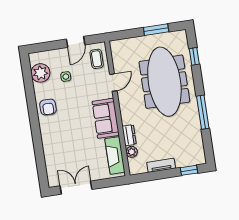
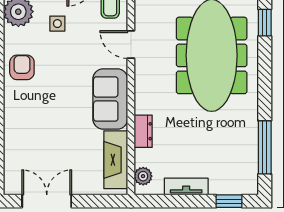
door: (113, 83) -> (131, 44), swing flipped
armchair: (48, 107) -> (22, 67), turned 180
window: (203, 112) -> (265, 147), moved
plant: (132, 152) -> (143, 176), moved

